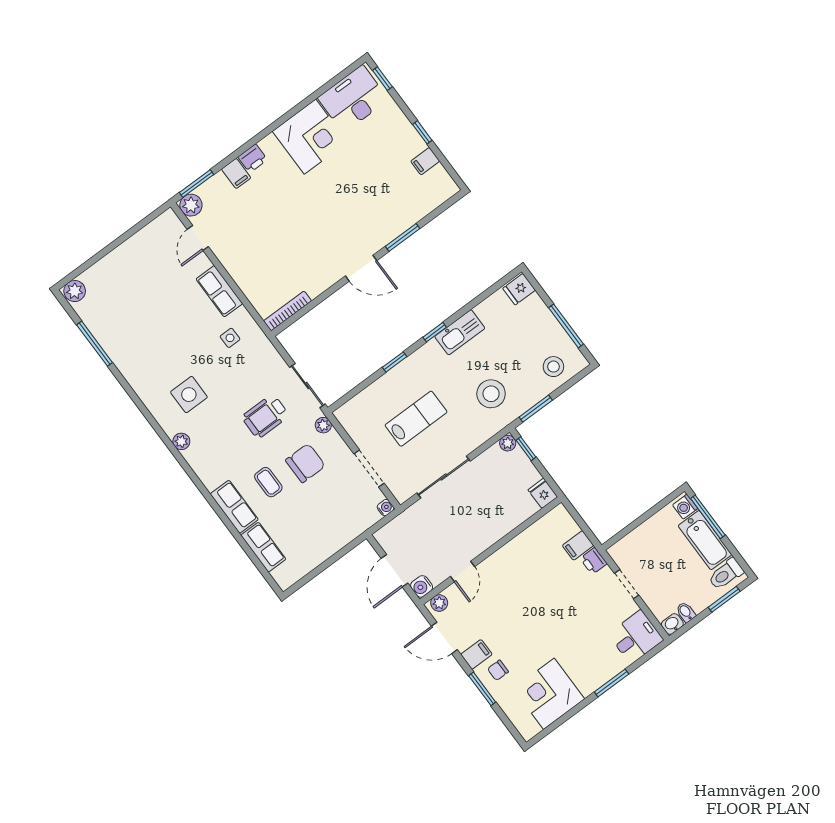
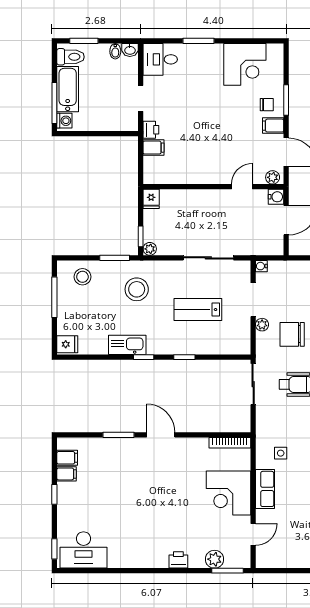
corner desk: (310, 137) -> (229, 493), moved, turned -90
filing cabinet: (236, 173) -> (67, 458), moved, turned 90
plant: (191, 205) -> (215, 559), moved
plant: (323, 425) -> (262, 325), moved

